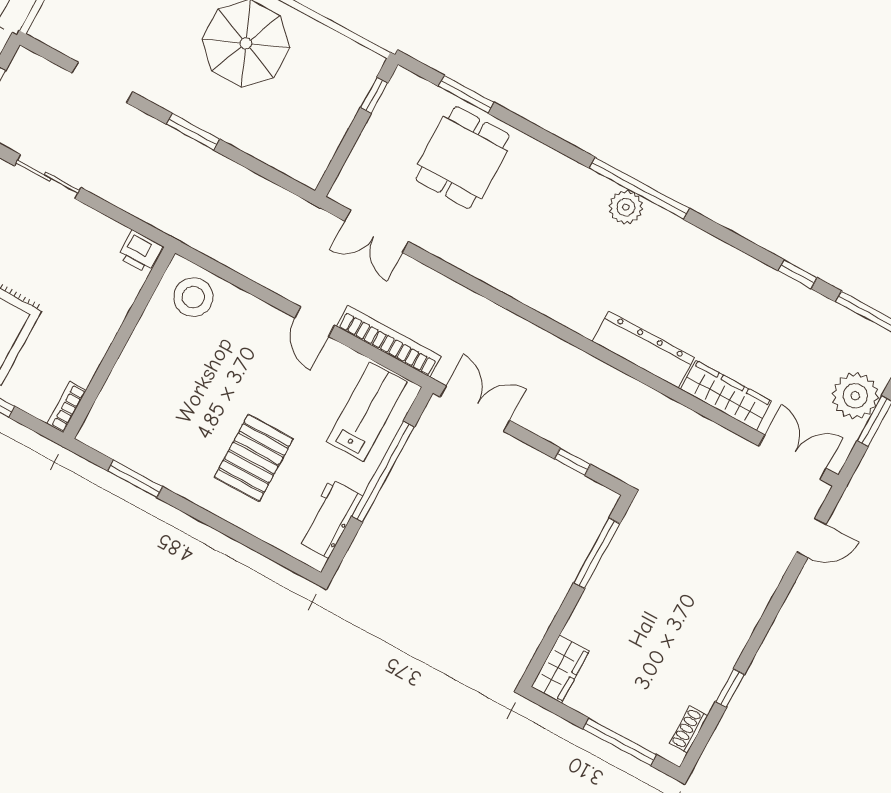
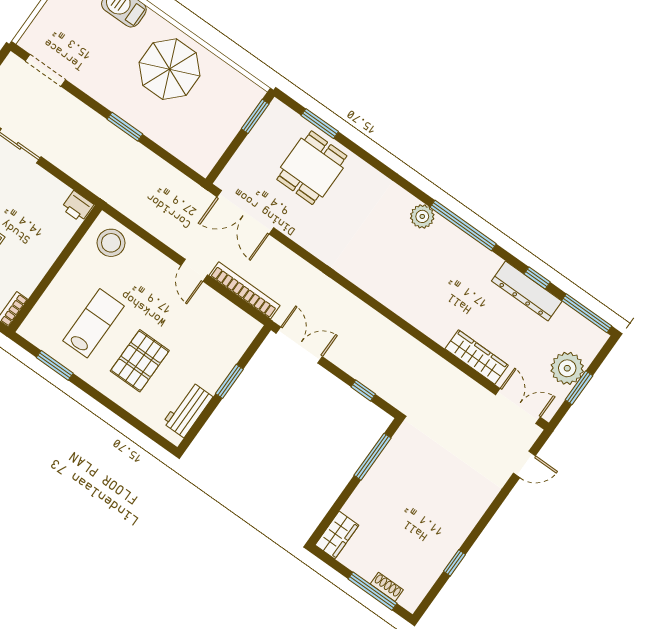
doorway: (102, 82) -> (46, 70), moved
window: (374, 95) -> (255, 116), width x1.50
window: (639, 188) -> (463, 225), moved
double door: (377, 231) -> (245, 212), width x1.37
dresser: (643, 350) -> (527, 291), moved, turned 180
lab bench: (367, 412) -> (93, 323), moved
window: (383, 472) -> (229, 381), width x0.47
shoe rack: (689, 730) -> (387, 587), moved, turned 90

